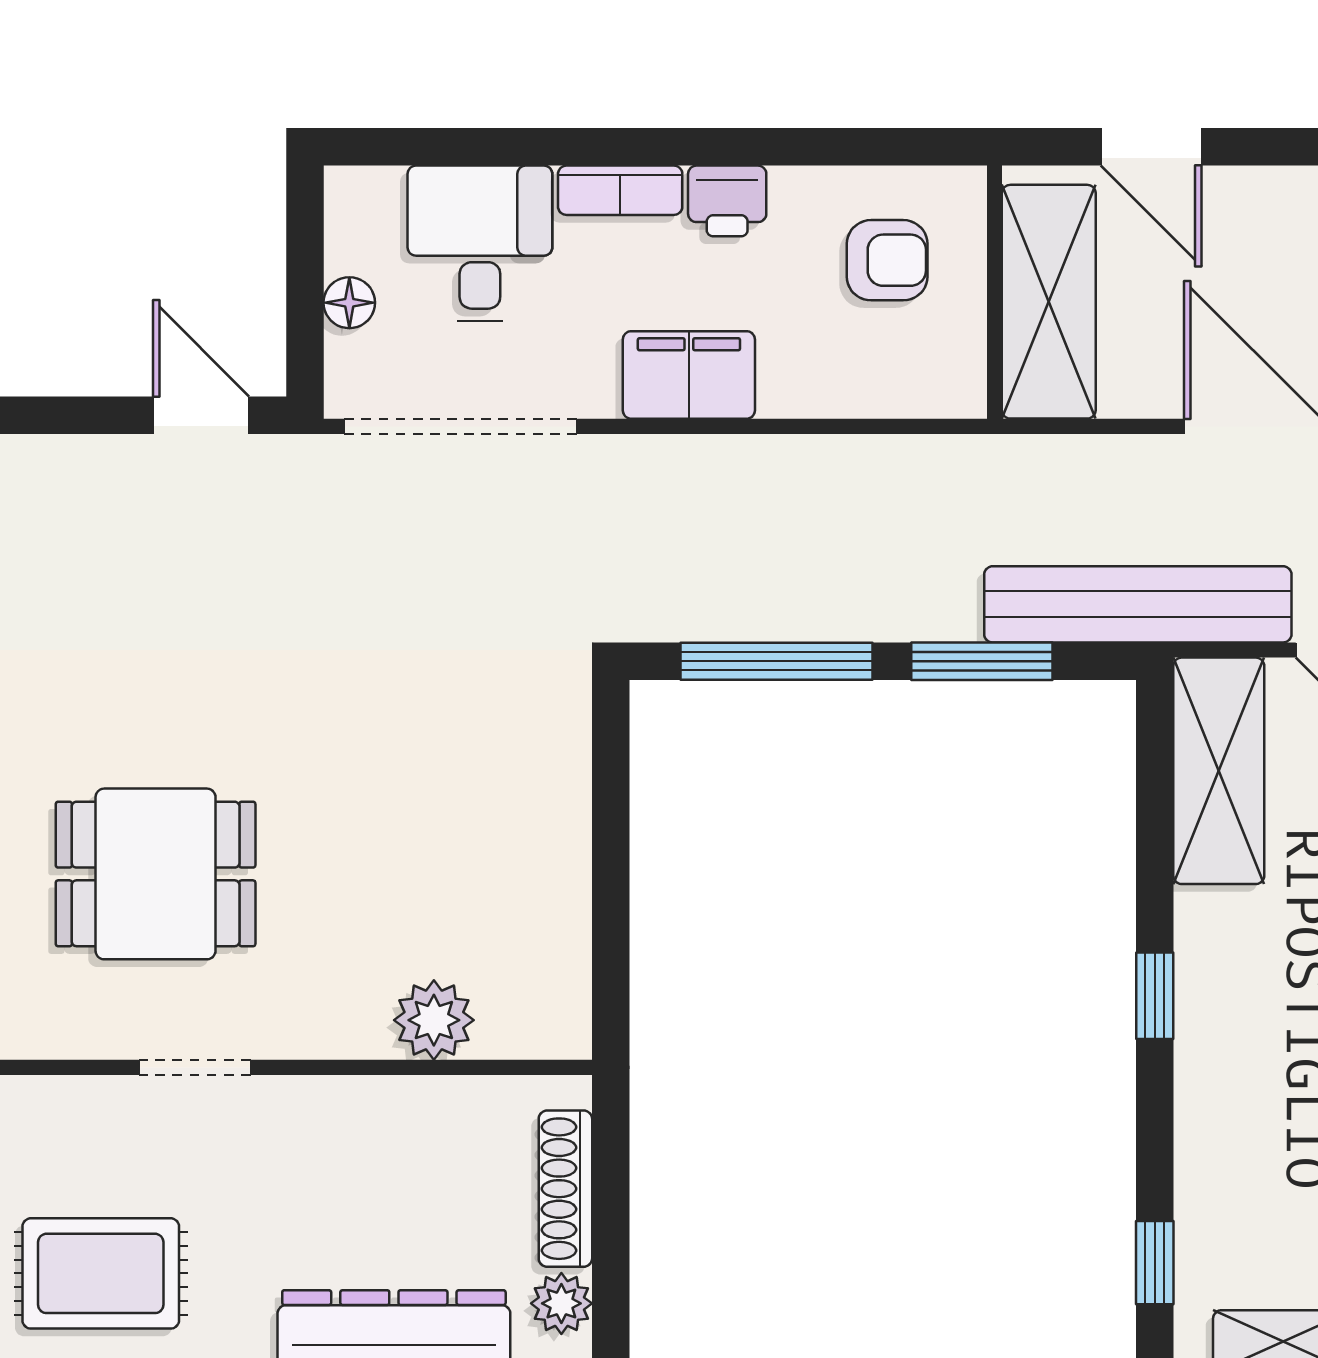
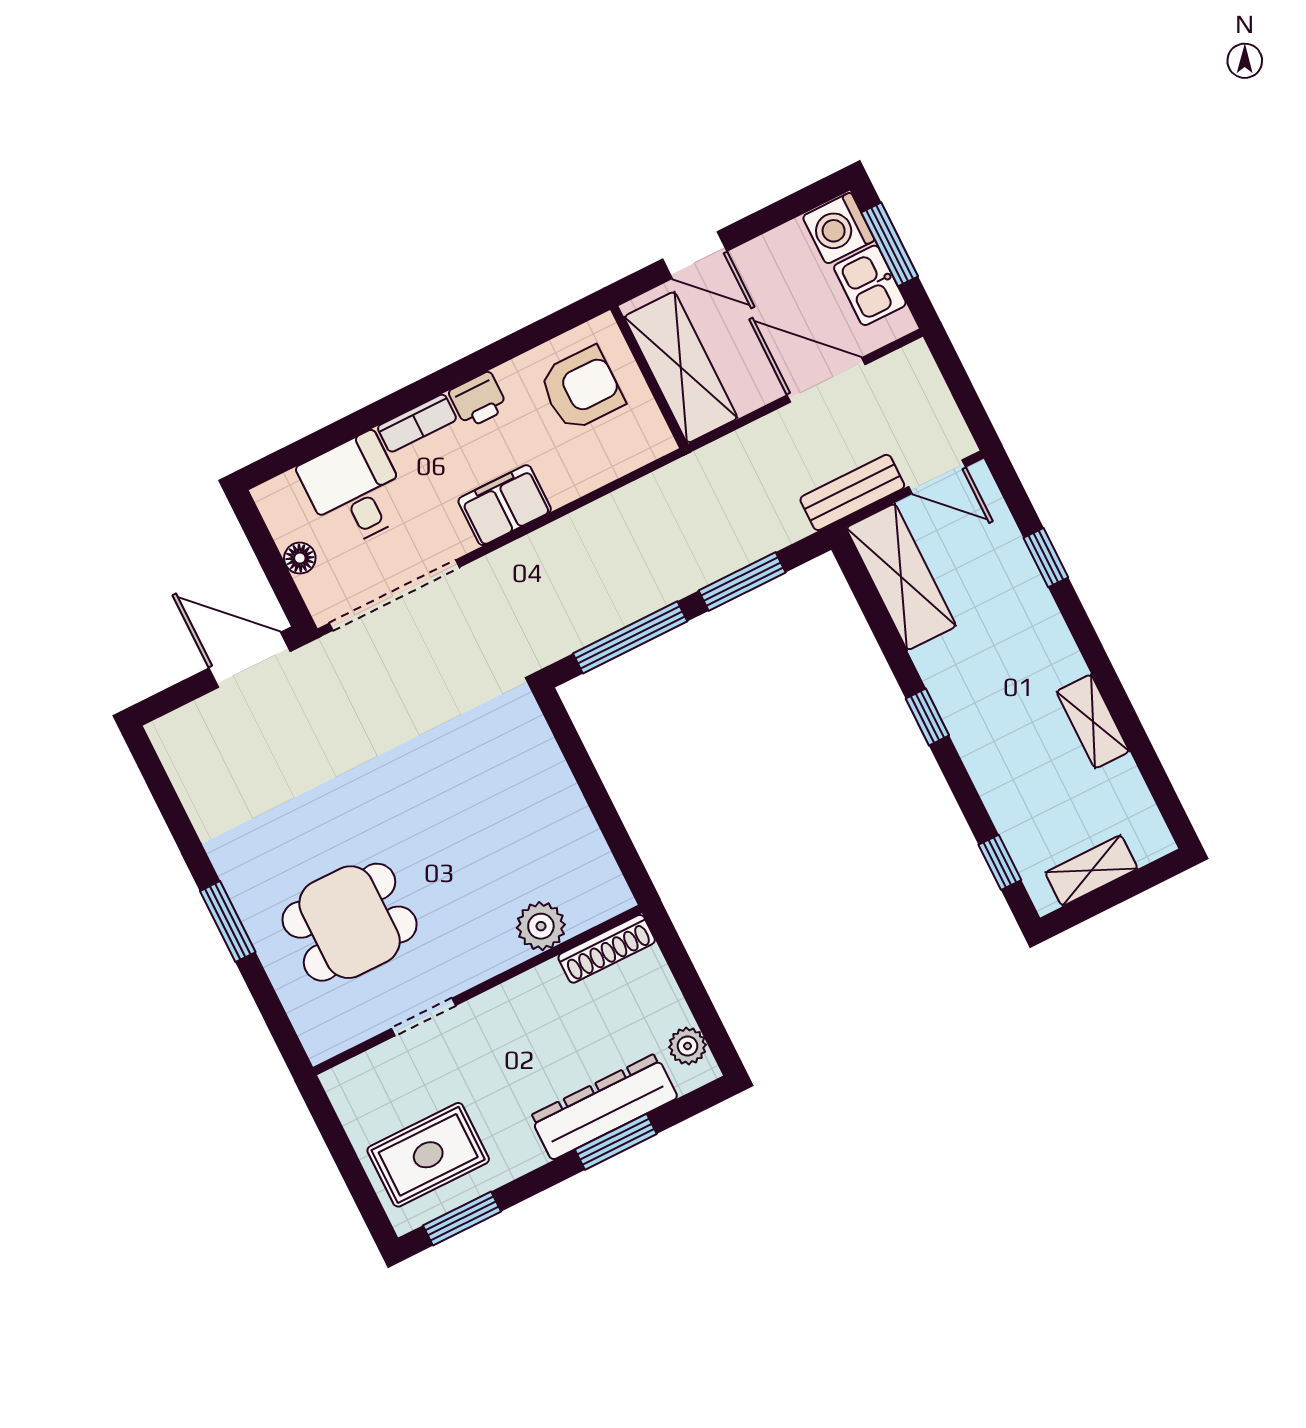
armchair: (887, 260) -> (582, 389), width x1.38, depth x1.38
door: (201, 415) -> (250, 660), width x1.38
bench: (1138, 604) -> (852, 492), width x0.54, depth x0.82
shoe rack: (565, 1189) -> (607, 949), moved, turned -90

